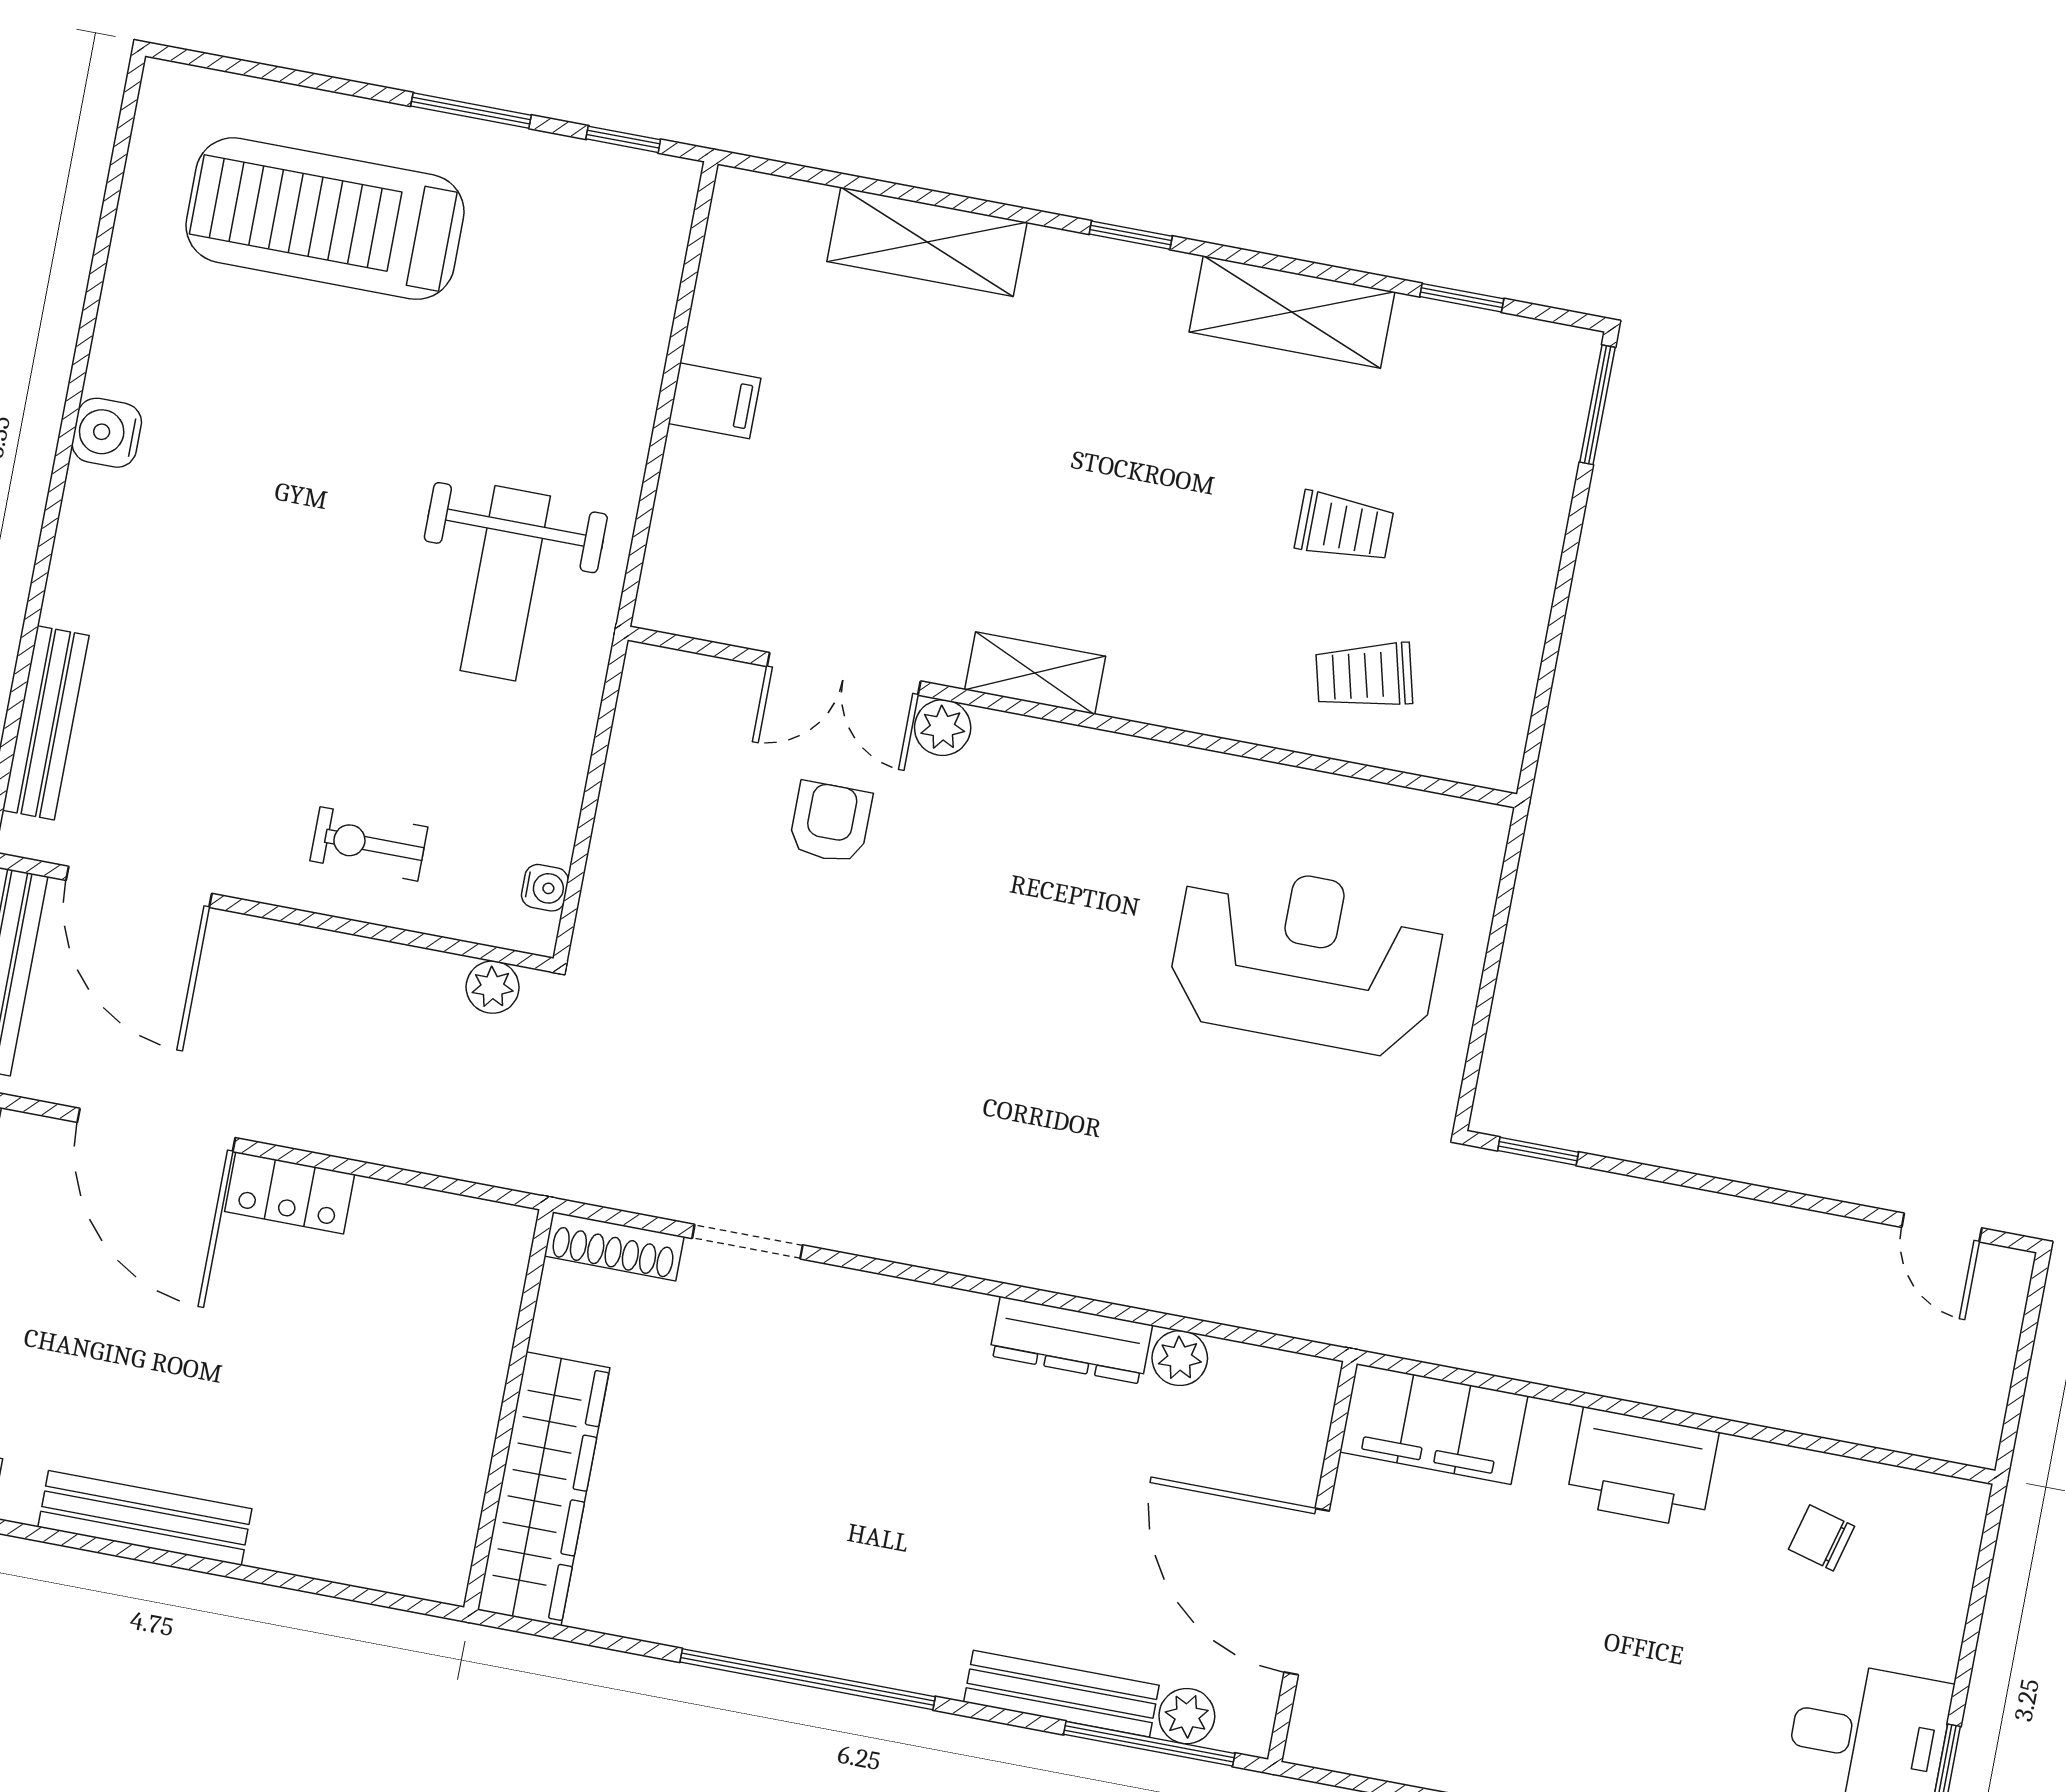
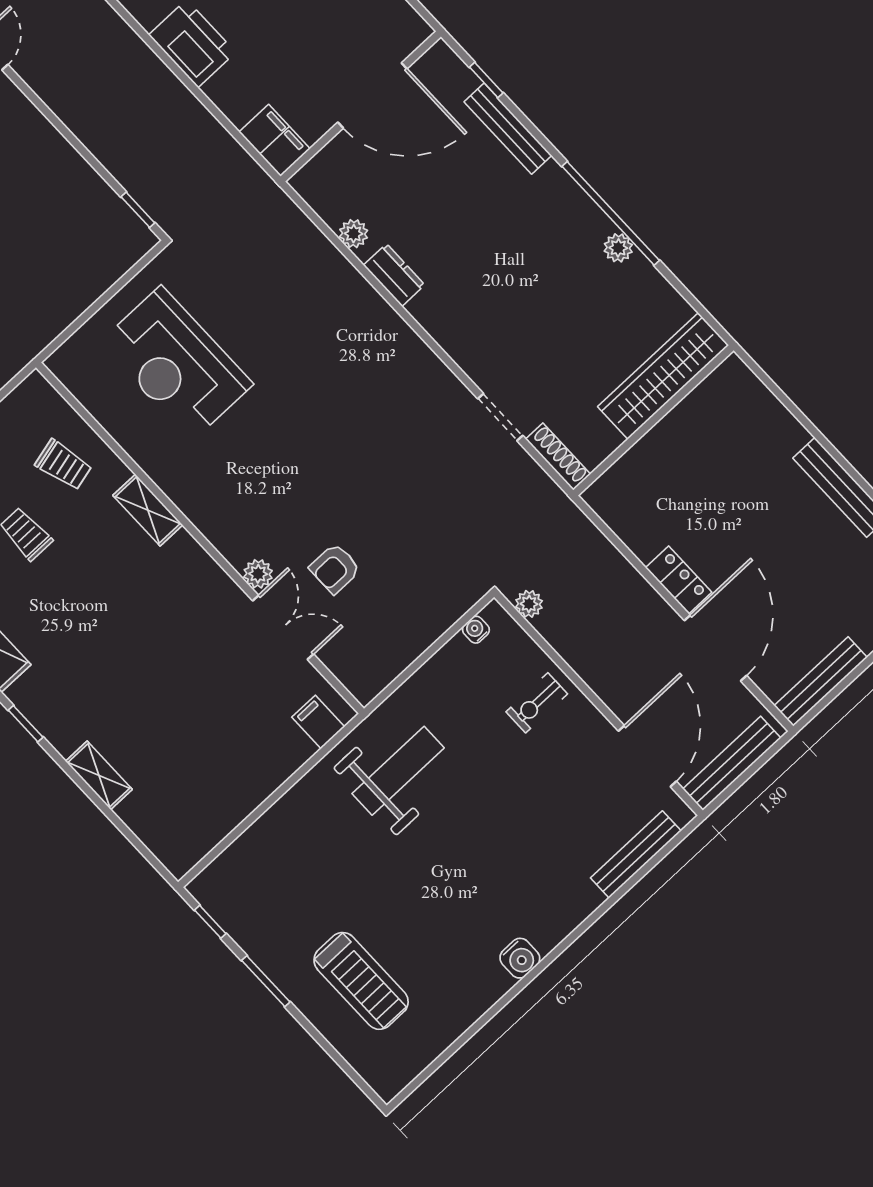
treadmill: (325, 219) -> (361, 981), width x0.73, depth x0.73
shelving: (927, 242) -> (99, 775), width x0.67, depth x0.75
filing cabinet: (715, 401) -> (318, 722), moved
shelving: (1035, 673) -> (148, 510), moved
exercise bike: (369, 844) -> (537, 703), turned 90
dresser: (1071, 1340) -> (394, 275), width x0.70
filing cabinet: (1434, 1424) -> (275, 140), width x0.67, depth x0.86
door: (1307, 1592) -> (372, 96), hinge flipped
plant: (1187, 1716) -> (618, 248), moved
window: (1149, 1744) -> (486, 80), width x0.46

